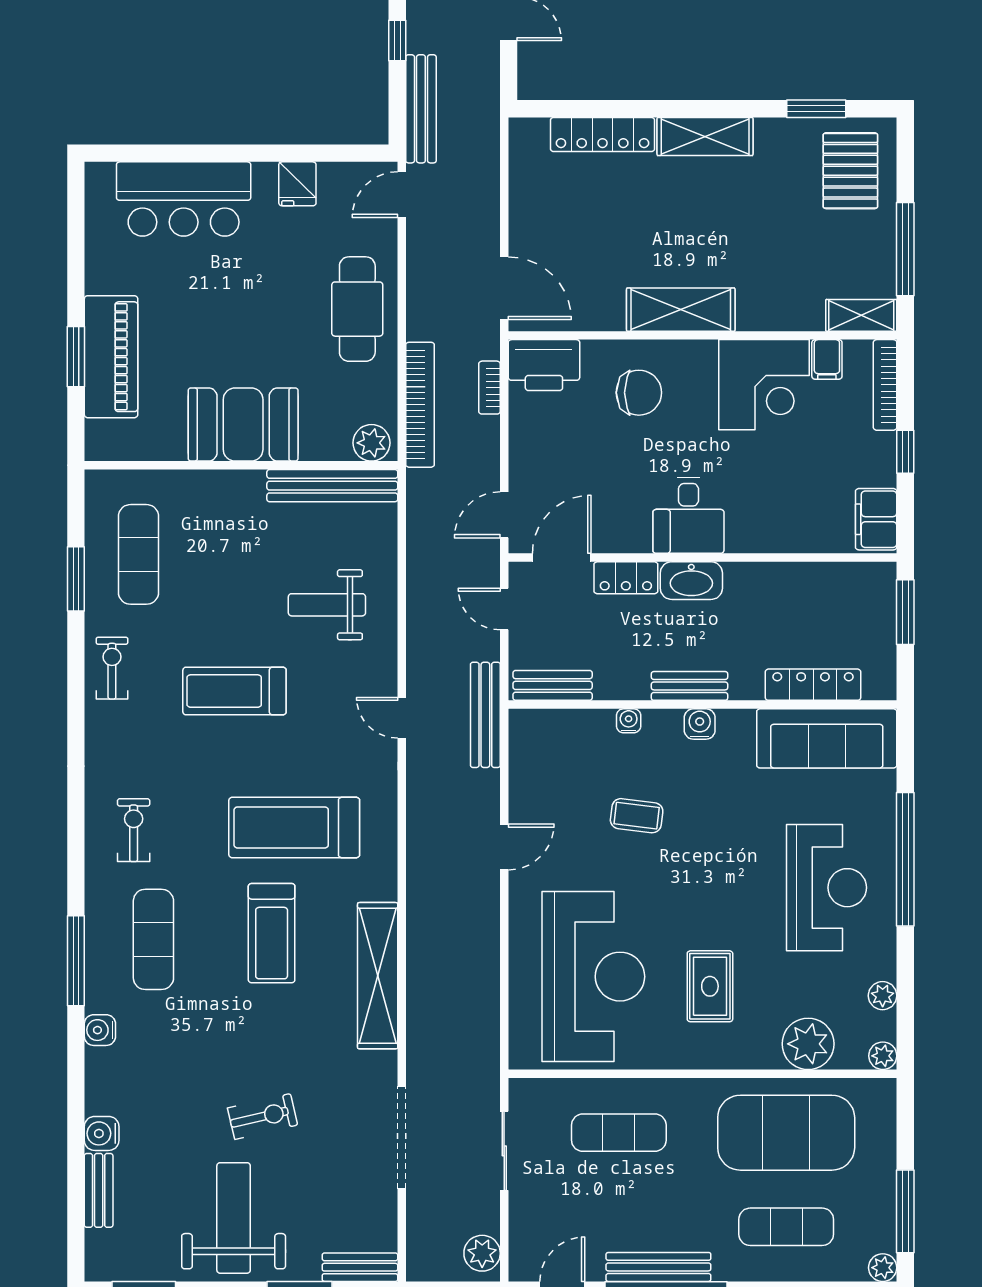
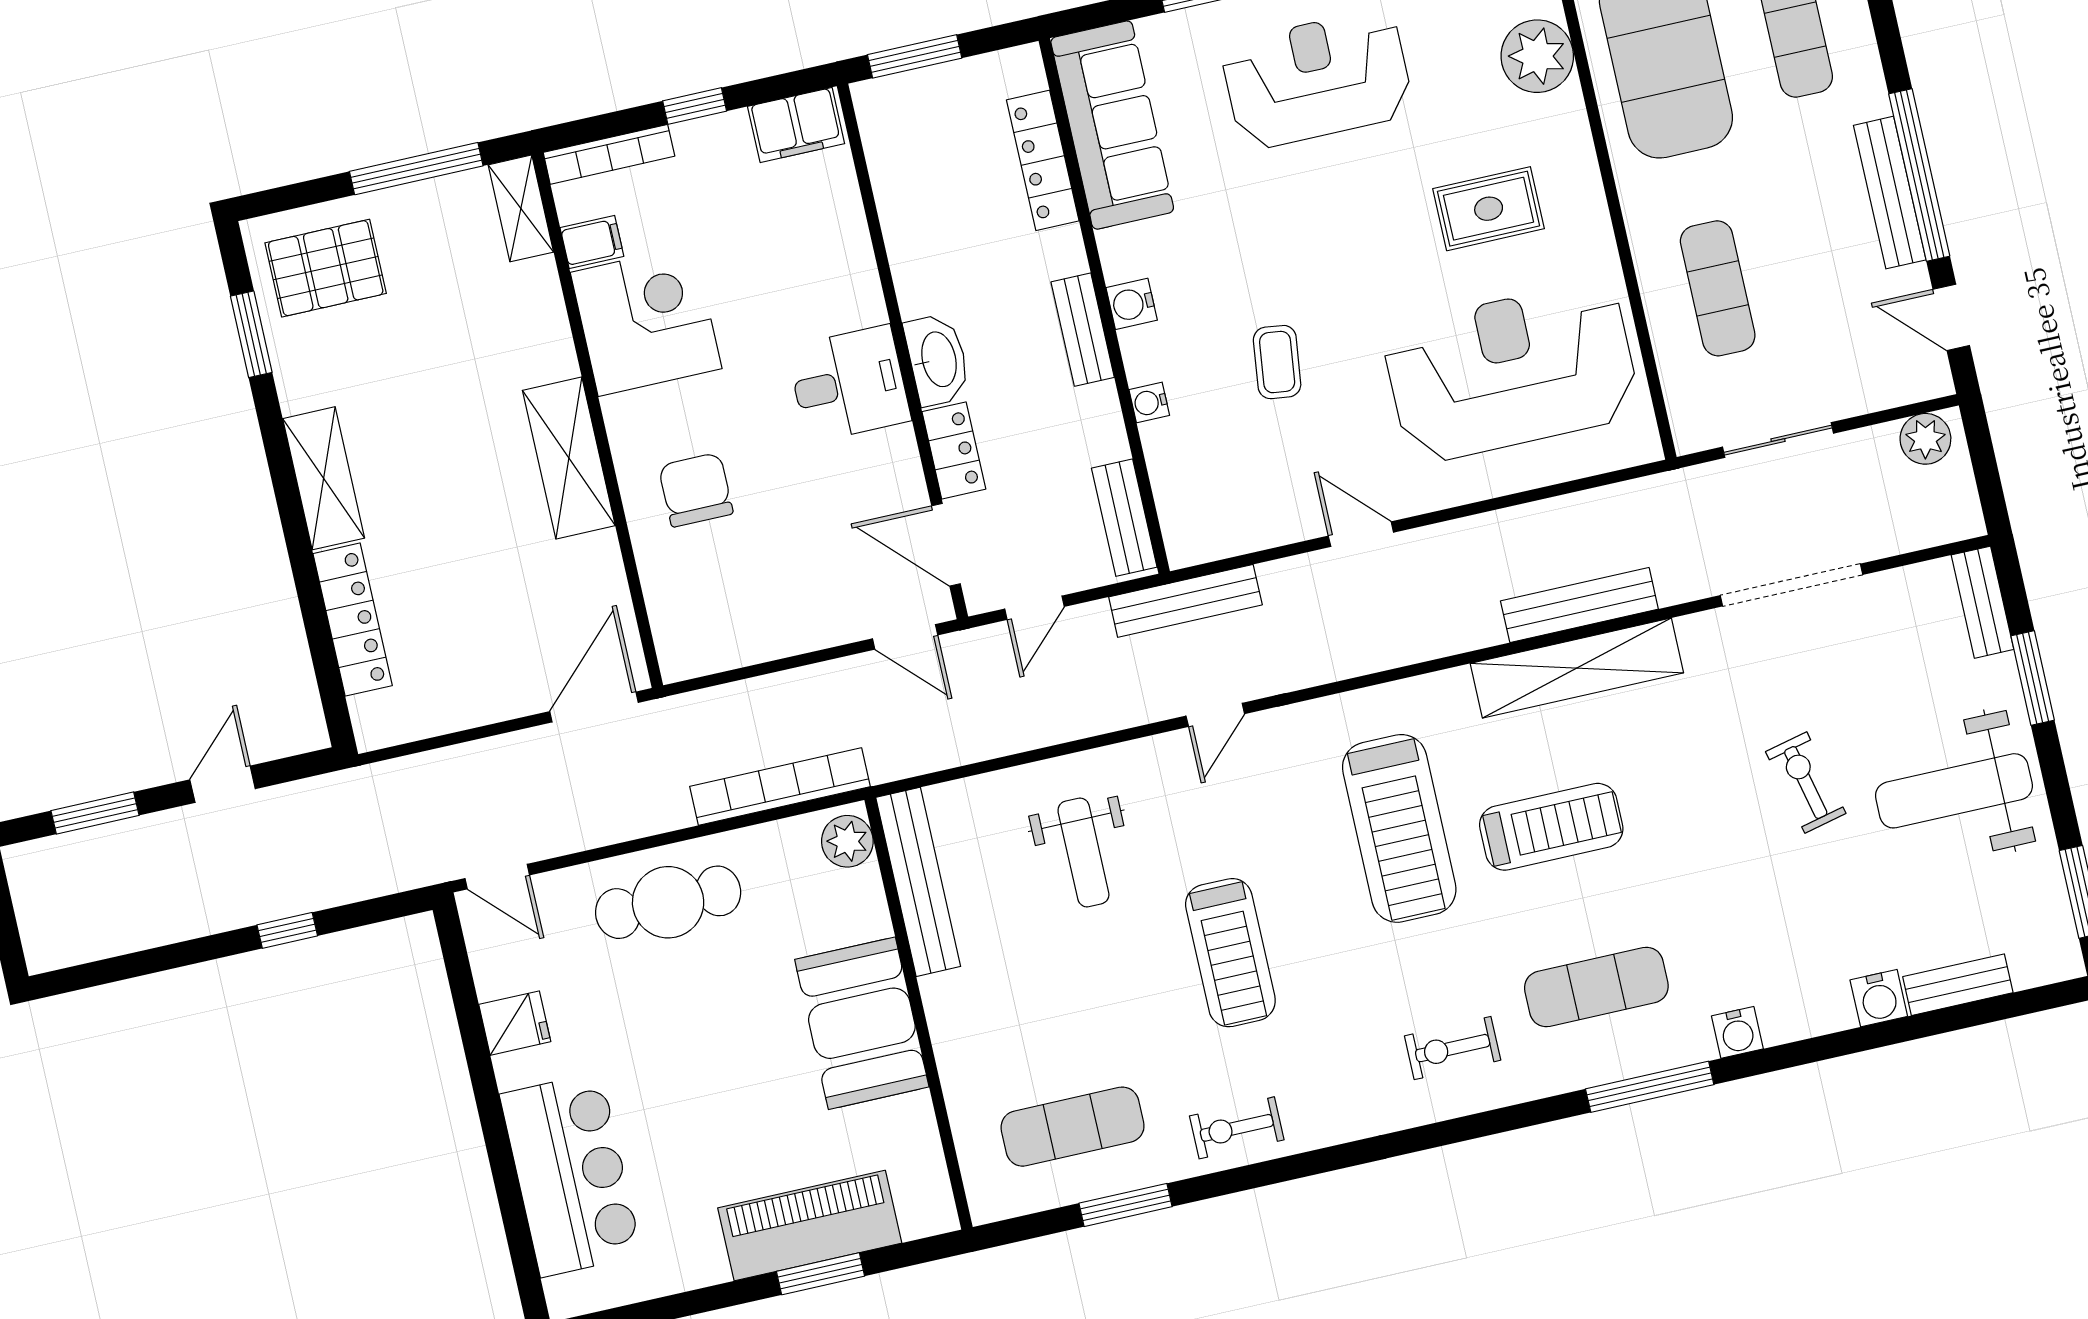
bench: (421, 109) -> (1579, 605), moved
printer: (544, 365) -> (687, 629), removed
bookcase: (489, 388) -> (735, 696), removed

